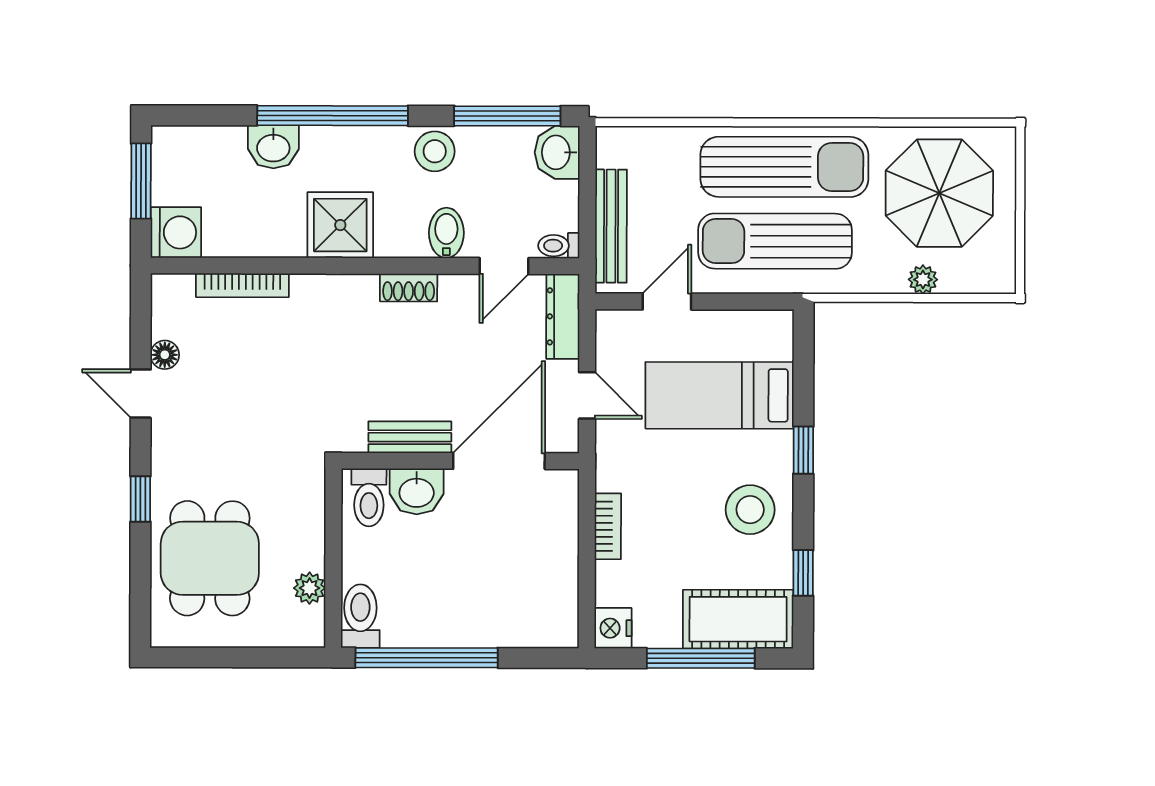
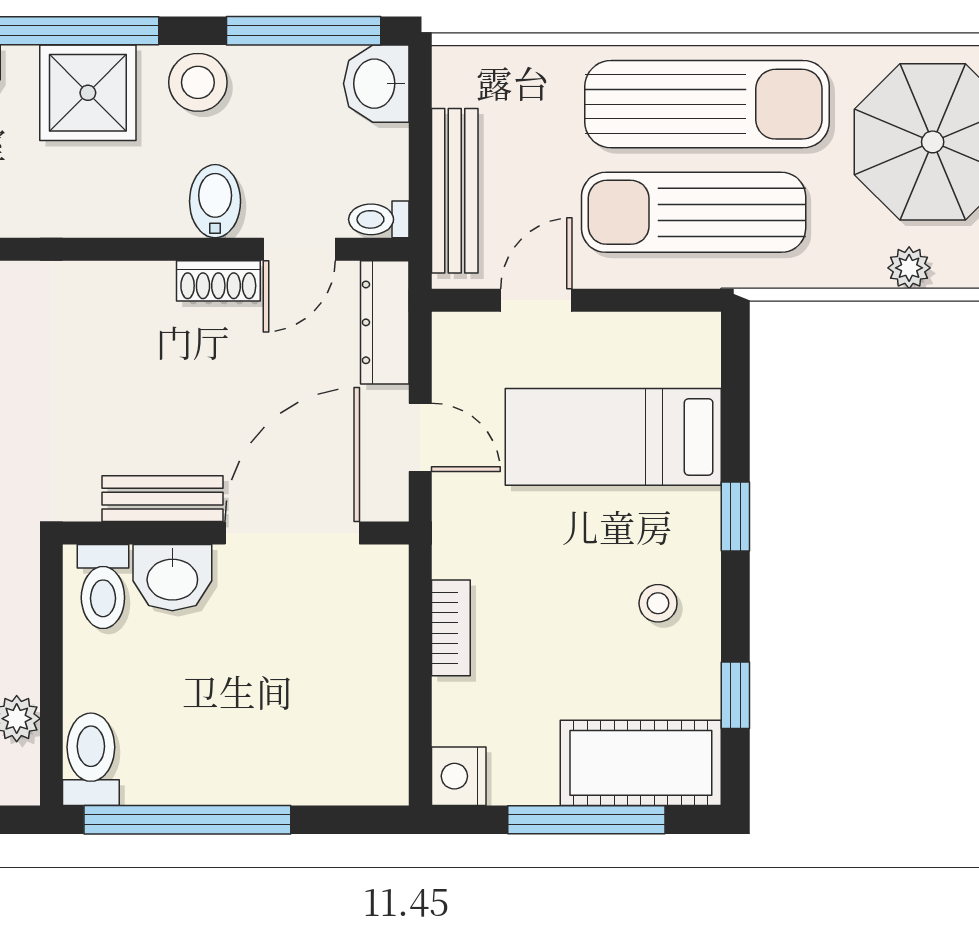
shower: (340, 225) -> (88, 93), moved
shoe rack: (409, 288) -> (218, 281), moved
stool: (750, 510) -> (658, 603), width x0.53, depth x0.53

